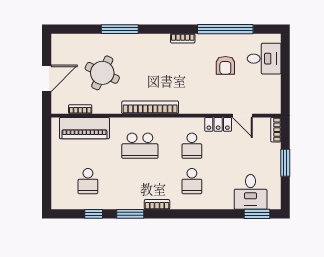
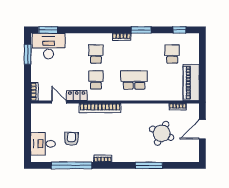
bookcase: (150, 107) -> (100, 108), moved
piano: (84, 128) -> (191, 82), moved, turned -90
window: (285, 163) -> (28, 54), moved
desk: (251, 192) -> (49, 46), width x1.37
window: (94, 214) -> (180, 30), moved

